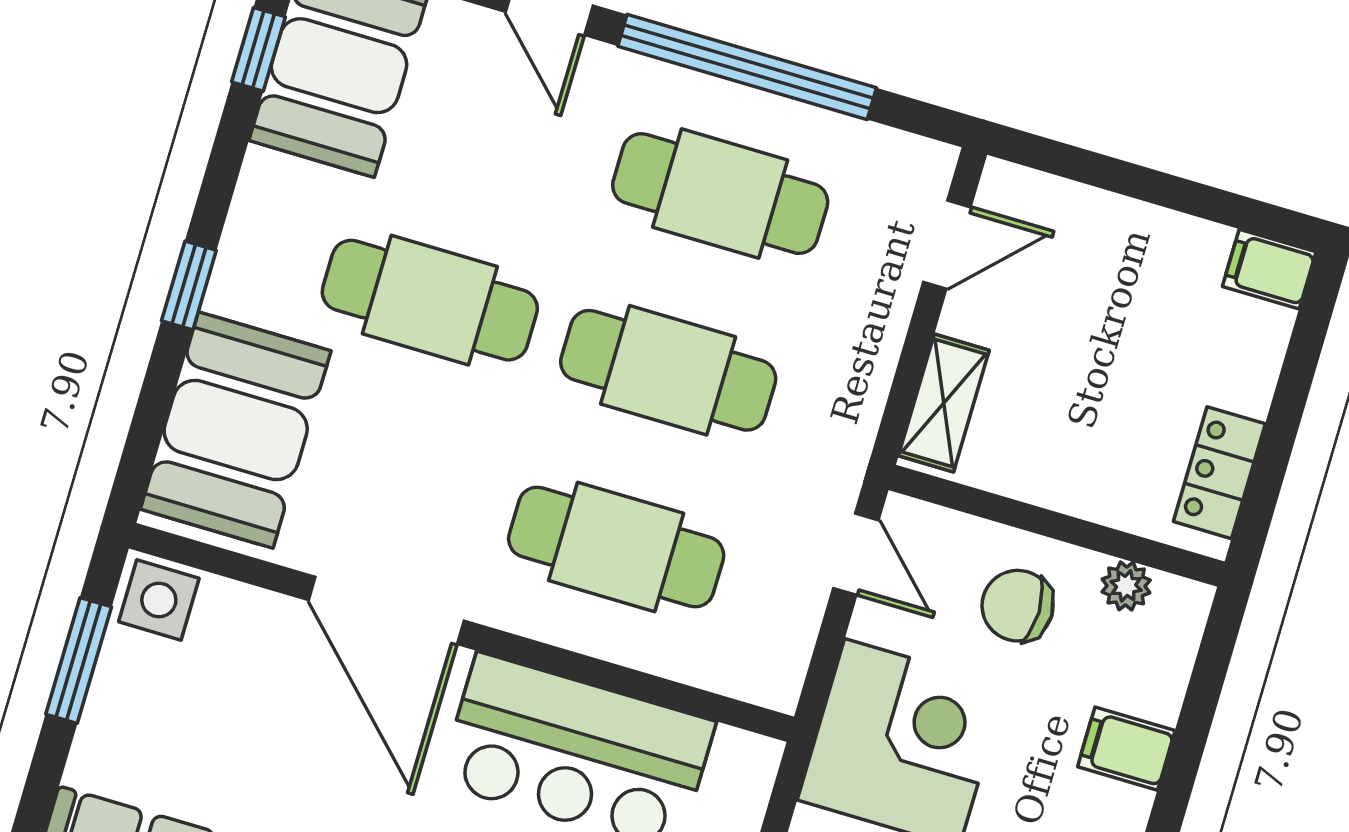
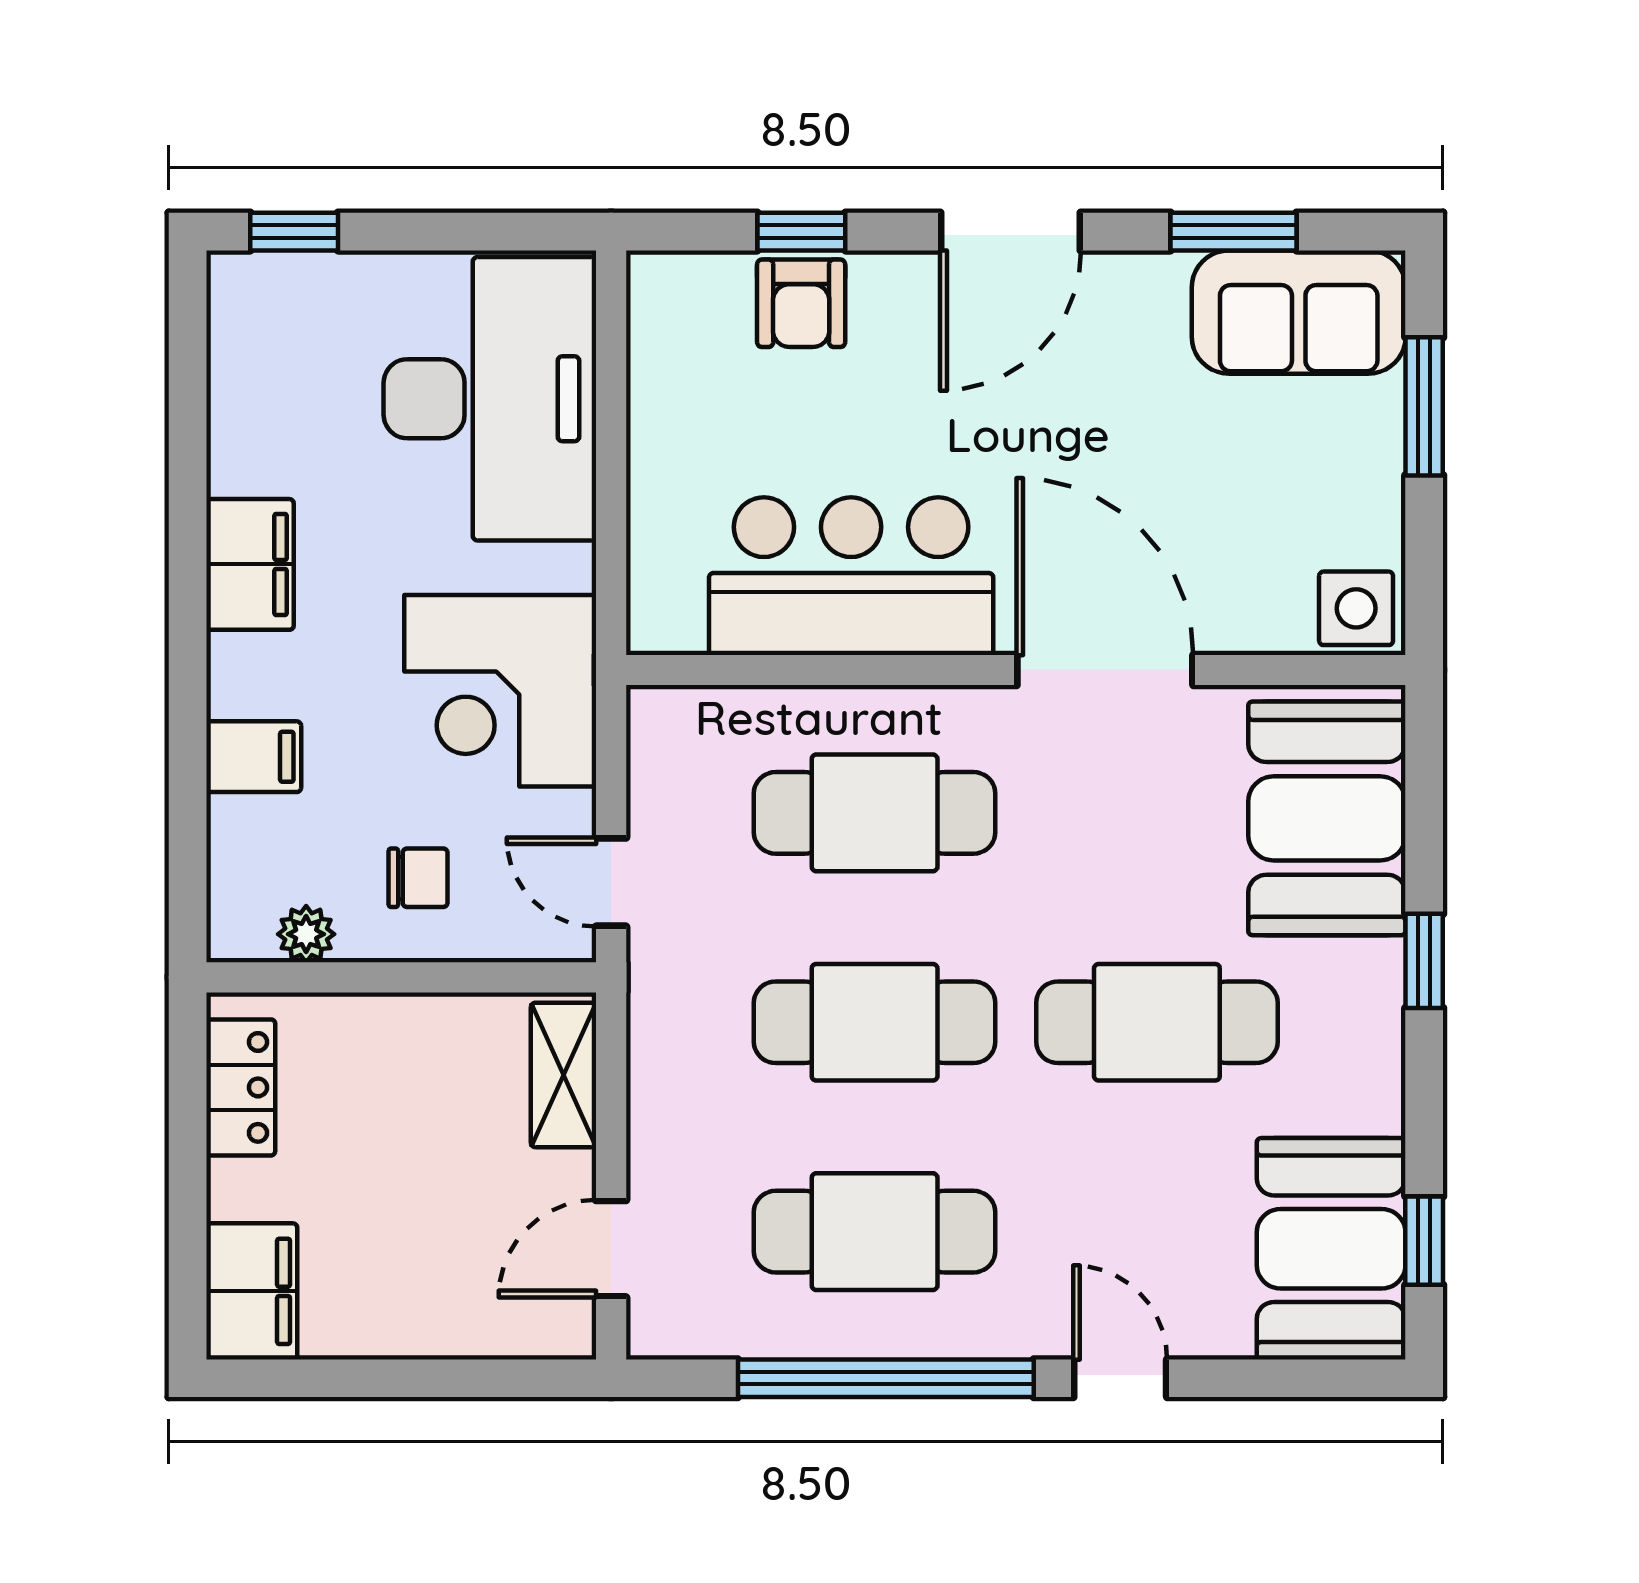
filing cabinet: (1269, 269) -> (252, 1291), width x2.00
chair: (1018, 606) -> (418, 878), width x0.73, depth x0.73
window: (79, 661) -> (1424, 406), moved

